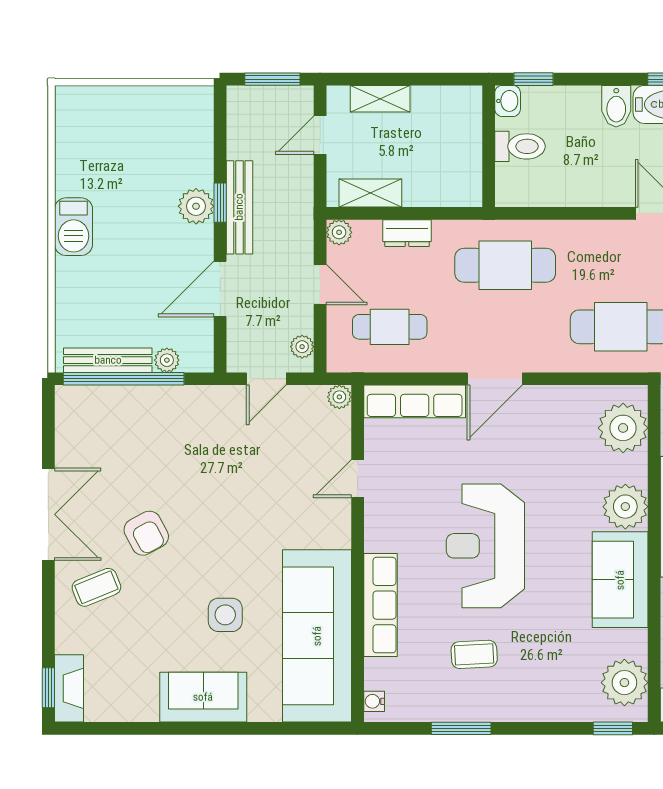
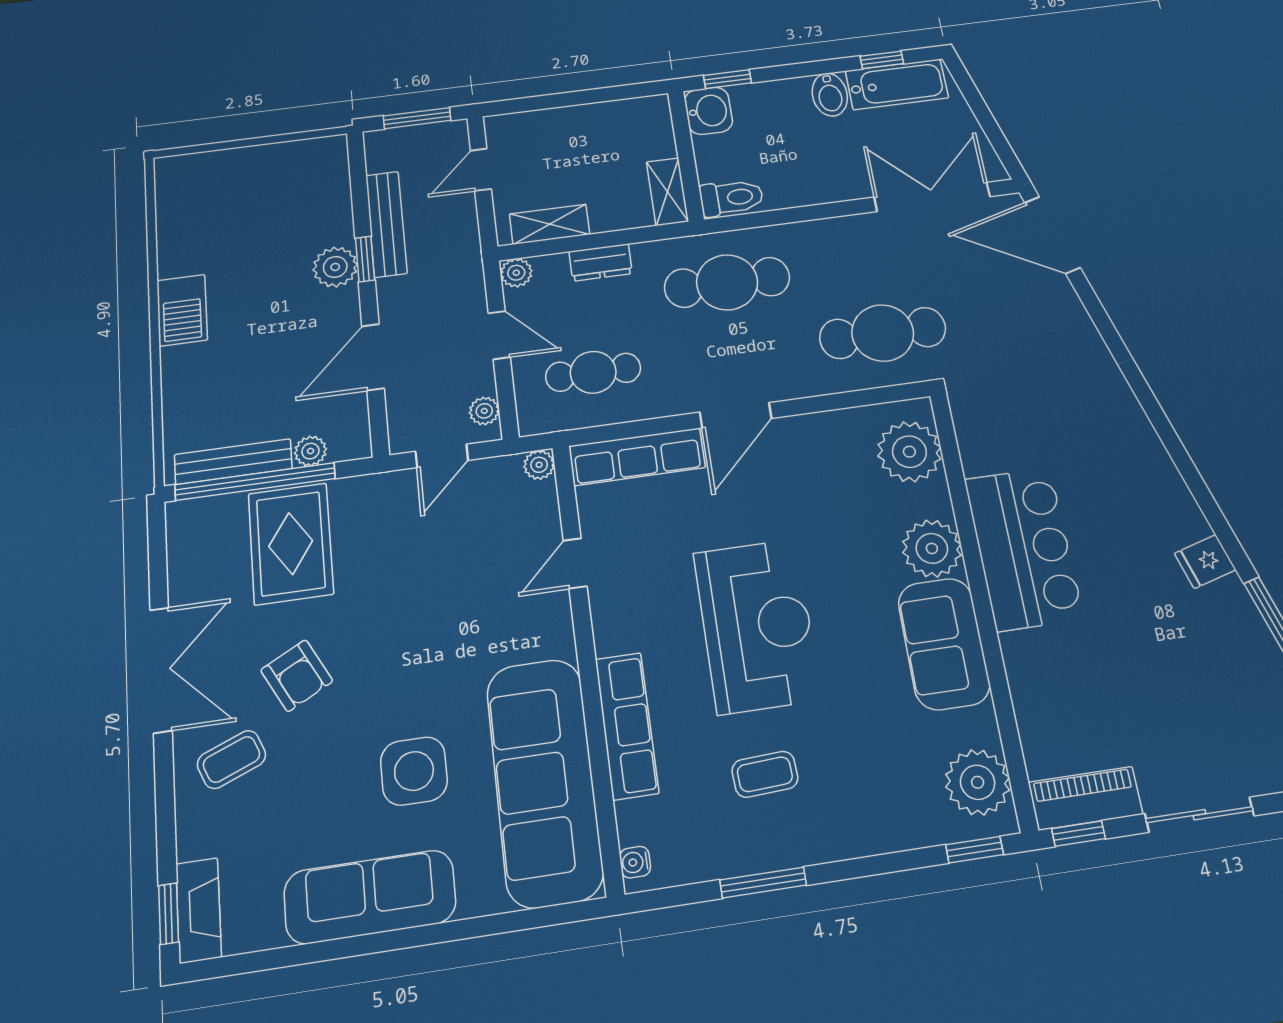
shelving: (380, 99) -> (667, 192), moved, turned 90
washbasin: (508, 101) -> (708, 111), width x1.38, depth x1.45
toilet: (520, 146) -> (731, 198), moved
bench: (239, 207) -> (386, 224), moved
rug: (148, 432) -> (291, 544), added
reception desk: (485, 546) -> (757, 626), turned 180
side table: (225, 615) -> (414, 771), width x1.37, depth x1.37
sofa: (203, 697) -> (370, 897), width x1.36

